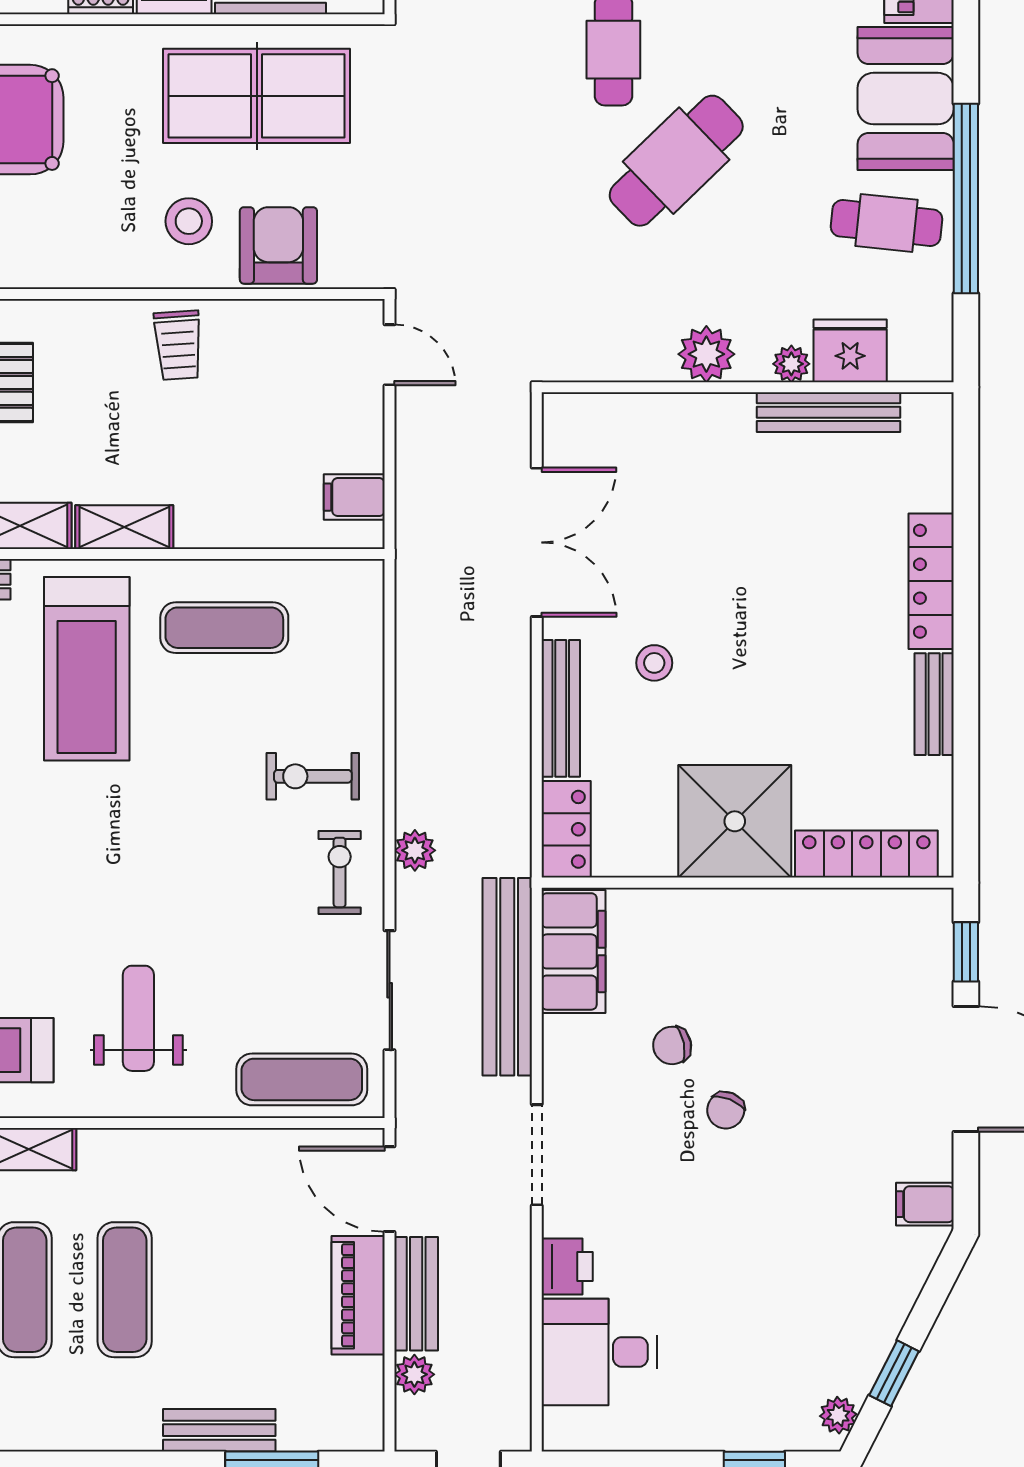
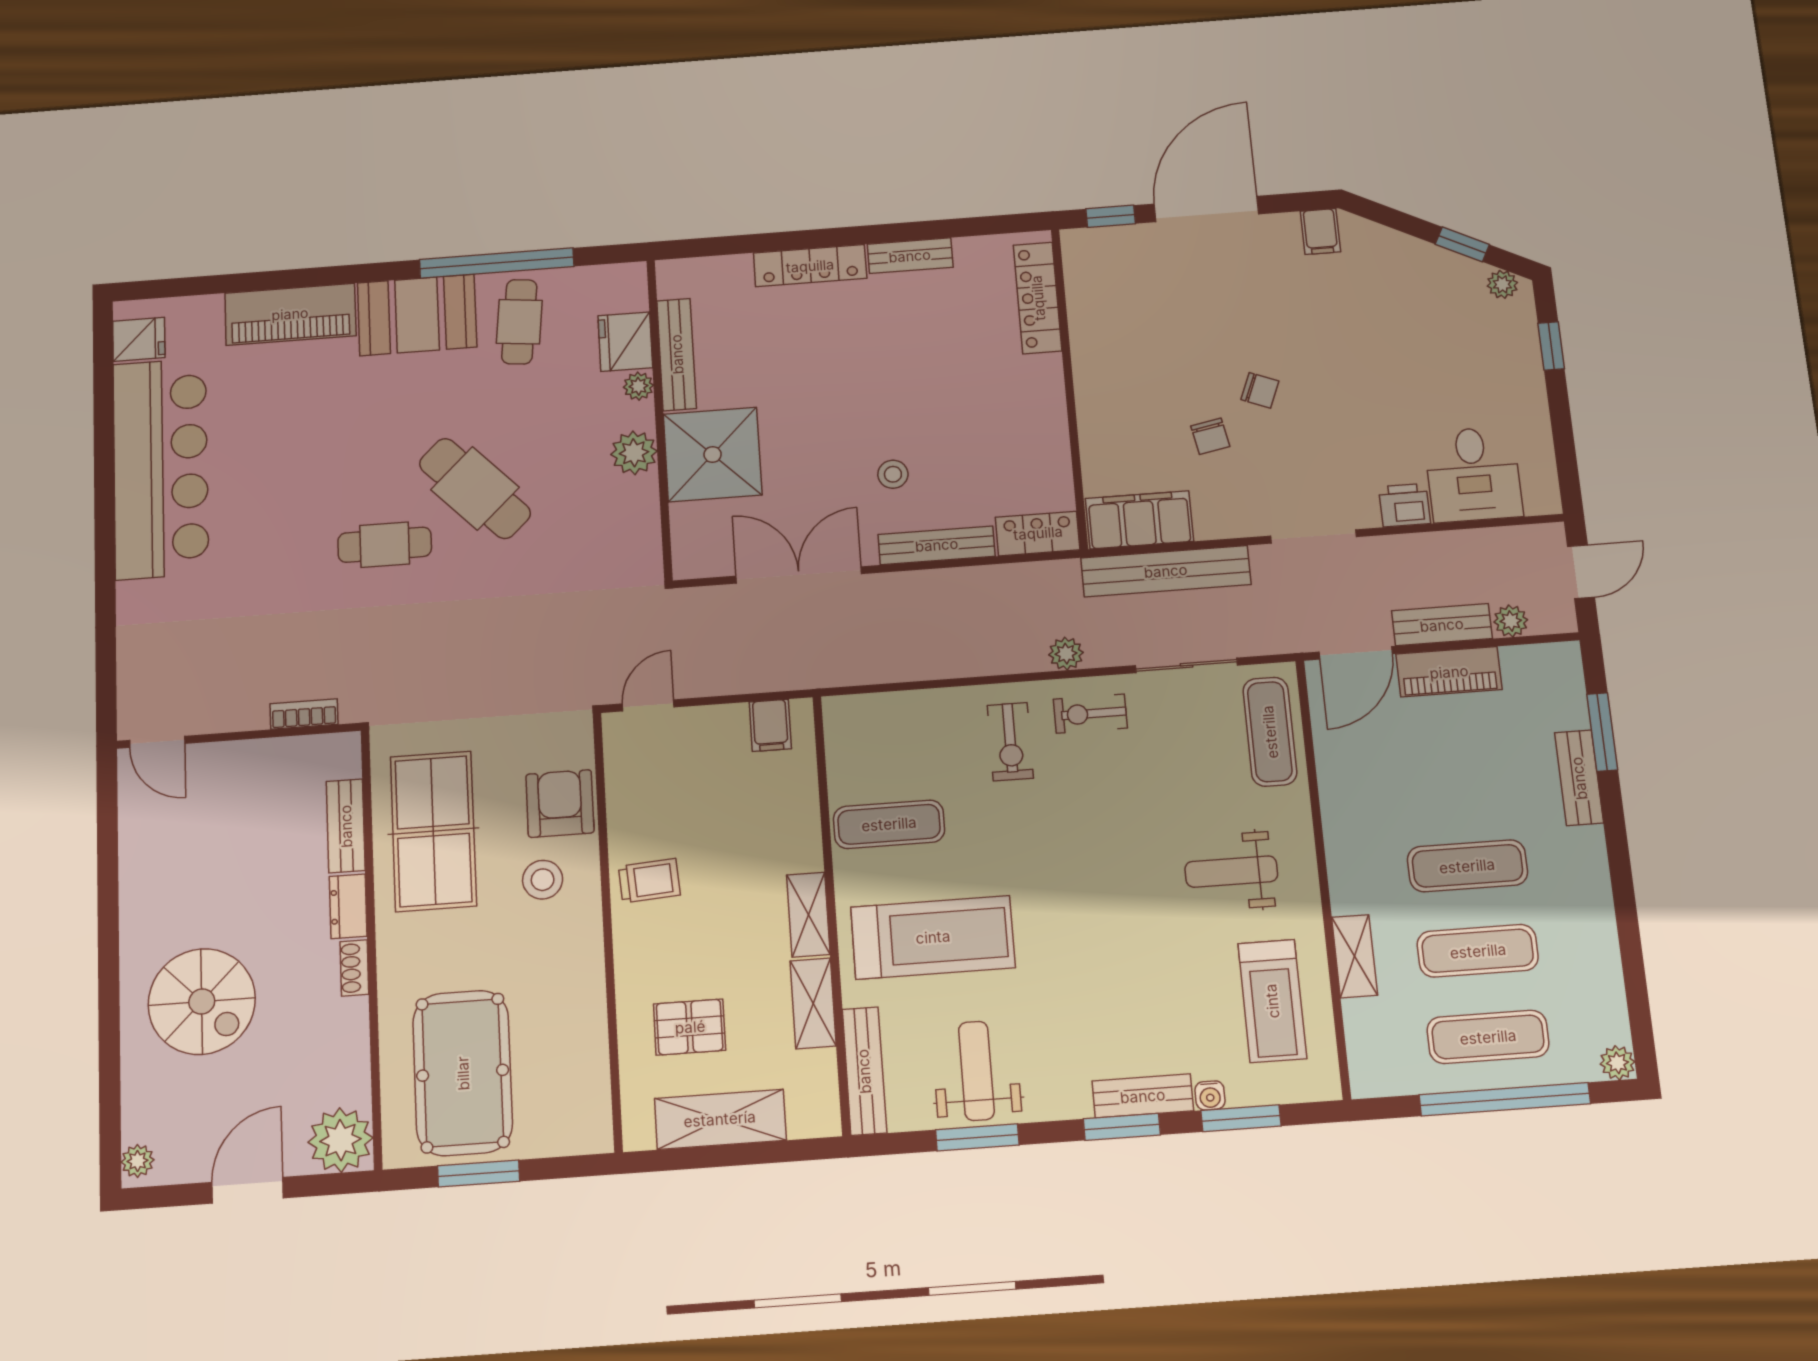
armchair: (278, 245) -> (560, 804), turned 90
exercise mat: (224, 628) -> (889, 824), turned 90
shower: (735, 821) -> (713, 454), moved

